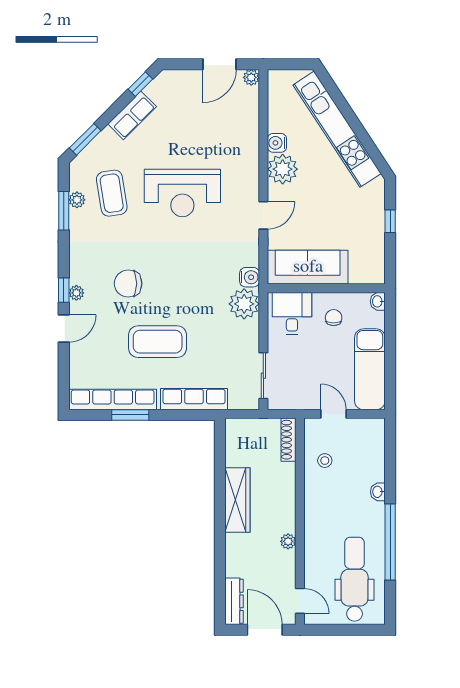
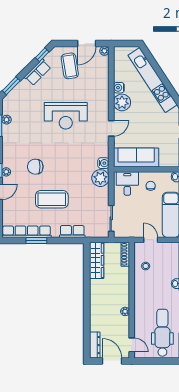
coffee table: (112, 193) -> (70, 66), moved
row of seats: (194, 399) -> (72, 232), width x0.68
wardrobe: (237, 500) -> (97, 260), moved

